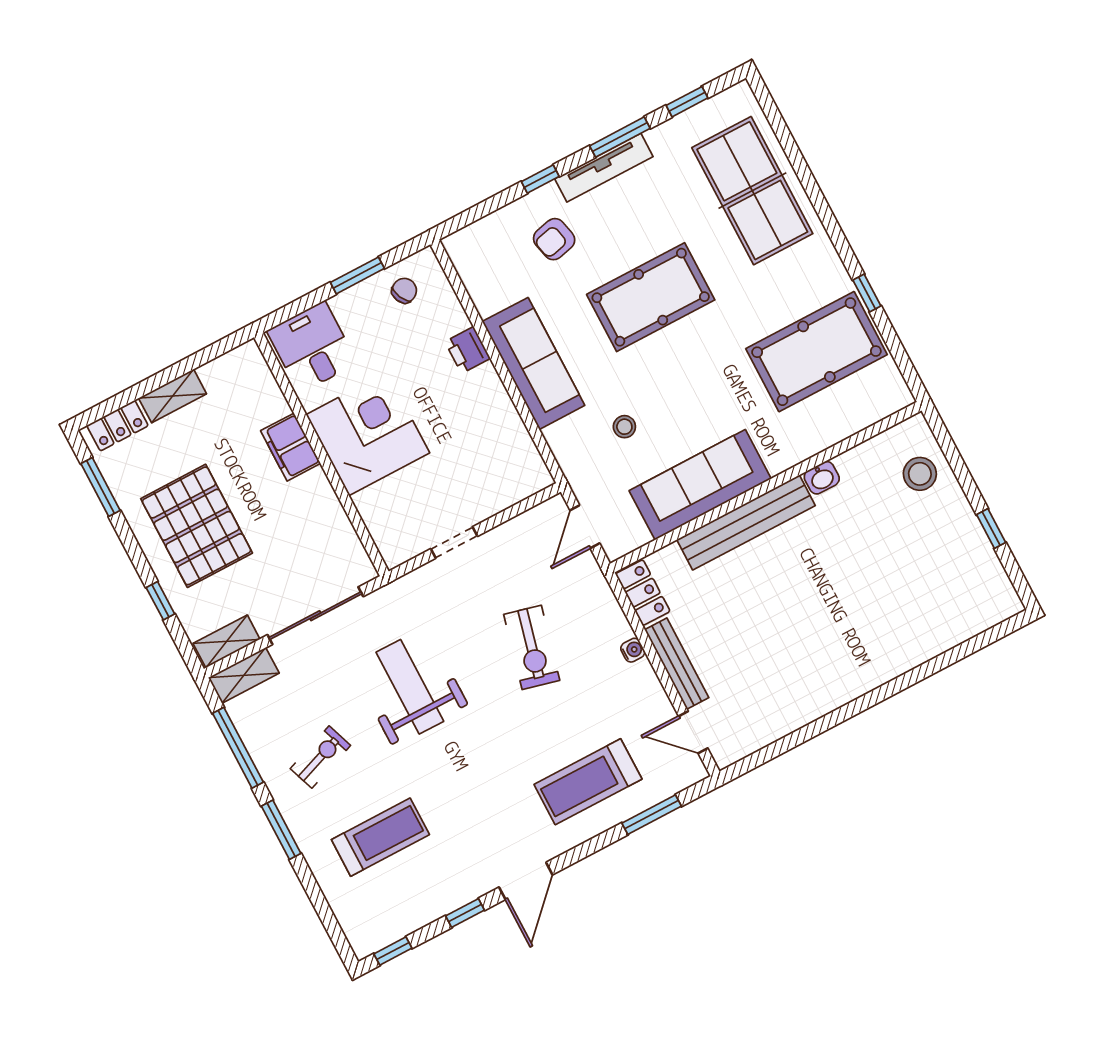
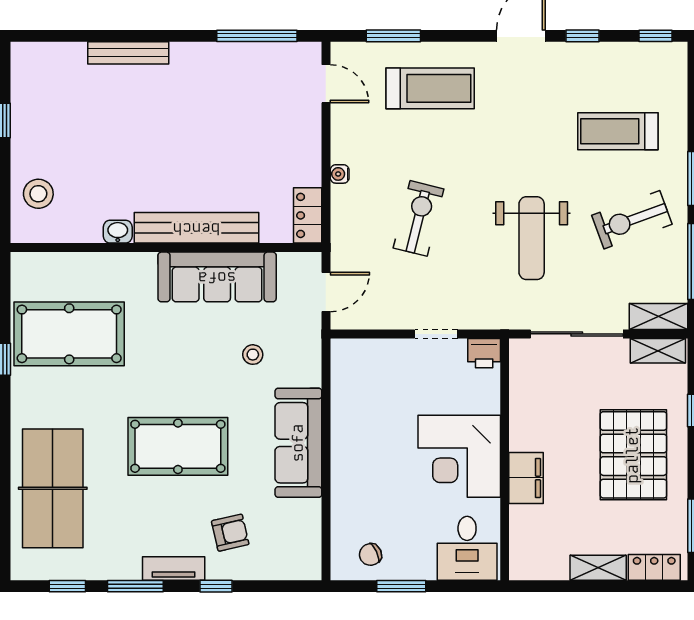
tv unit: (604, 168) -> (174, 569), width x0.71
printer: (468, 350) -> (484, 353), moved, turned 90
bench: (677, 664) -> (128, 53), moved, turned 90
window: (786, 744) -> (257, 36), added
exercise bike: (320, 757) -> (632, 220), width x1.38, depth x1.39

